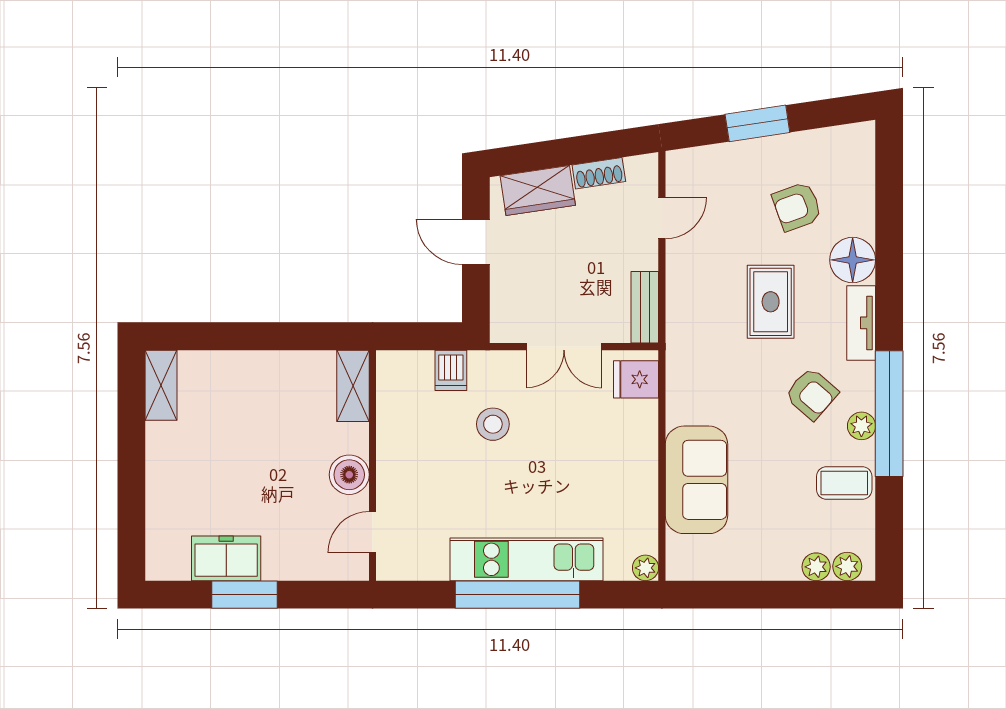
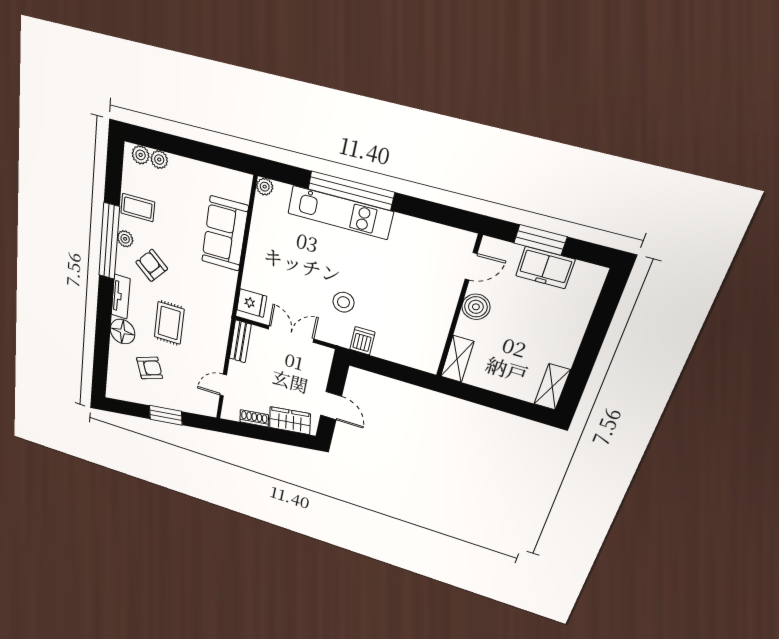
shelving: (353, 386) -> (457, 359), moved
wall: (372, 465) -> (459, 308), moved
boiler: (349, 475) -> (476, 307), moved
door: (372, 532) -> (471, 266), moved

